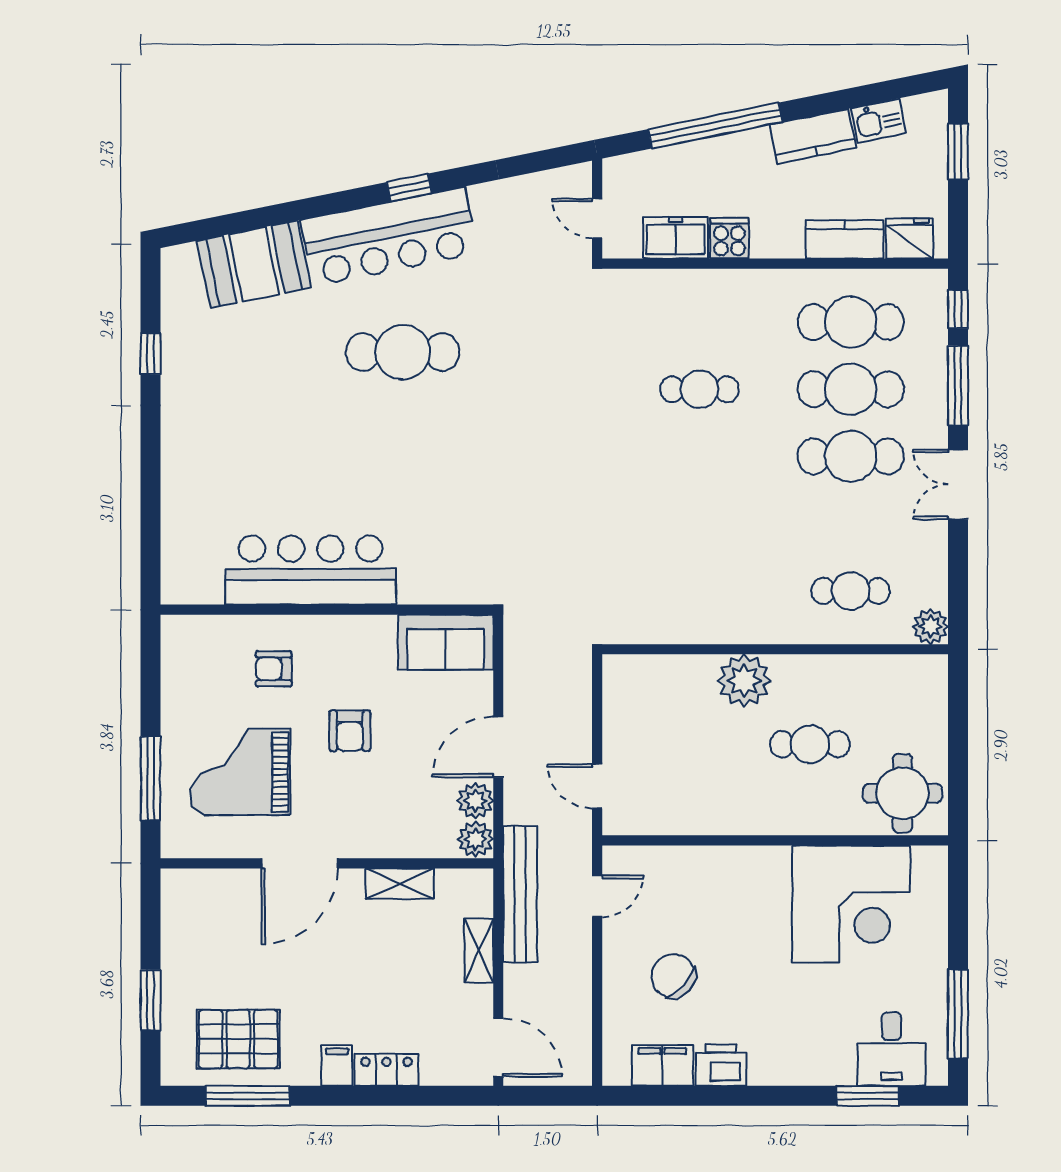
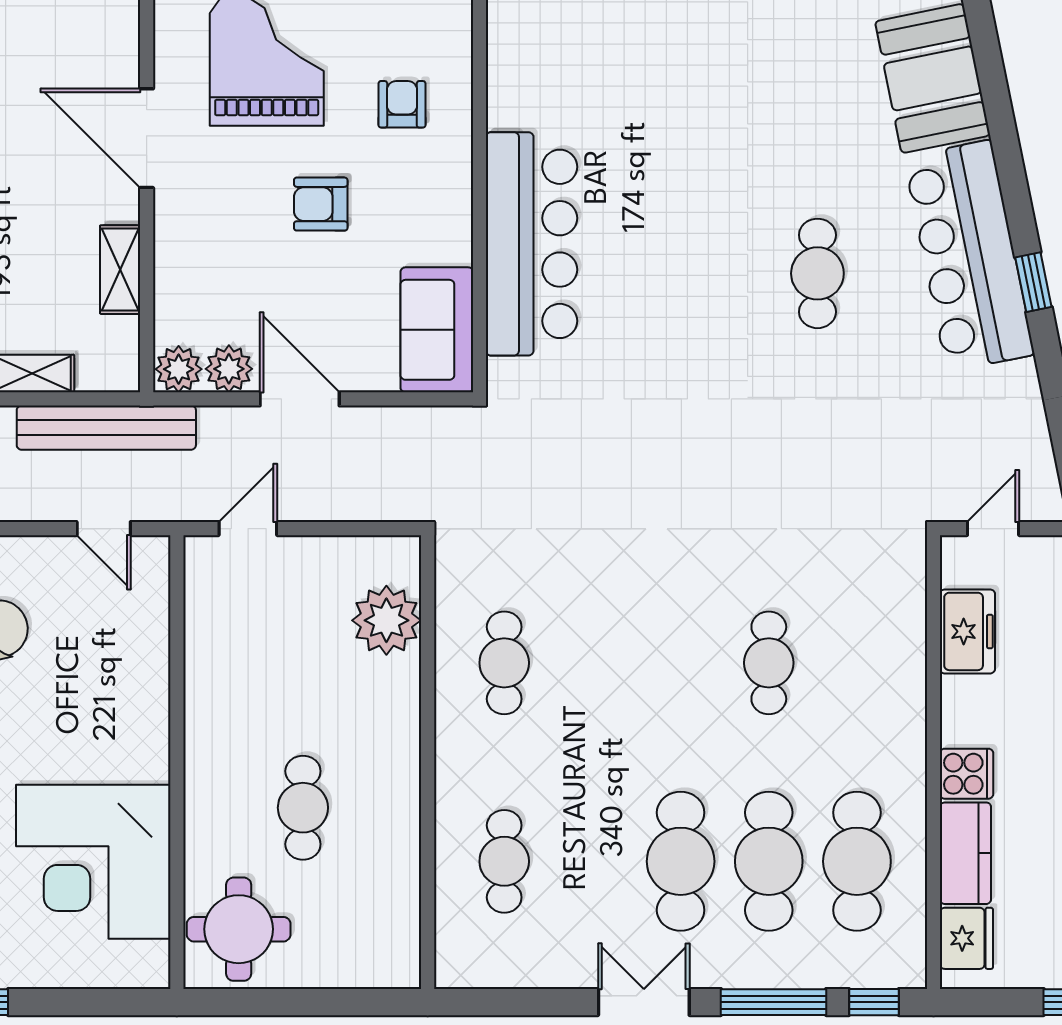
cooker: (729, 238) -> (967, 774), moved
cafe table: (403, 352) -> (817, 273), width x0.73, depth x0.74
bar counter: (311, 570) -> (532, 244), moved
cafe table: (699, 591) -> (504, 663), added
plant: (930, 627) -> (457, 966), removed
plant: (744, 681) -> (386, 620), moved

